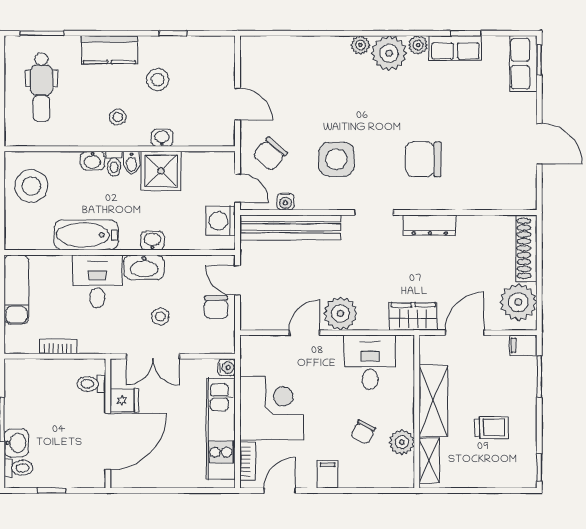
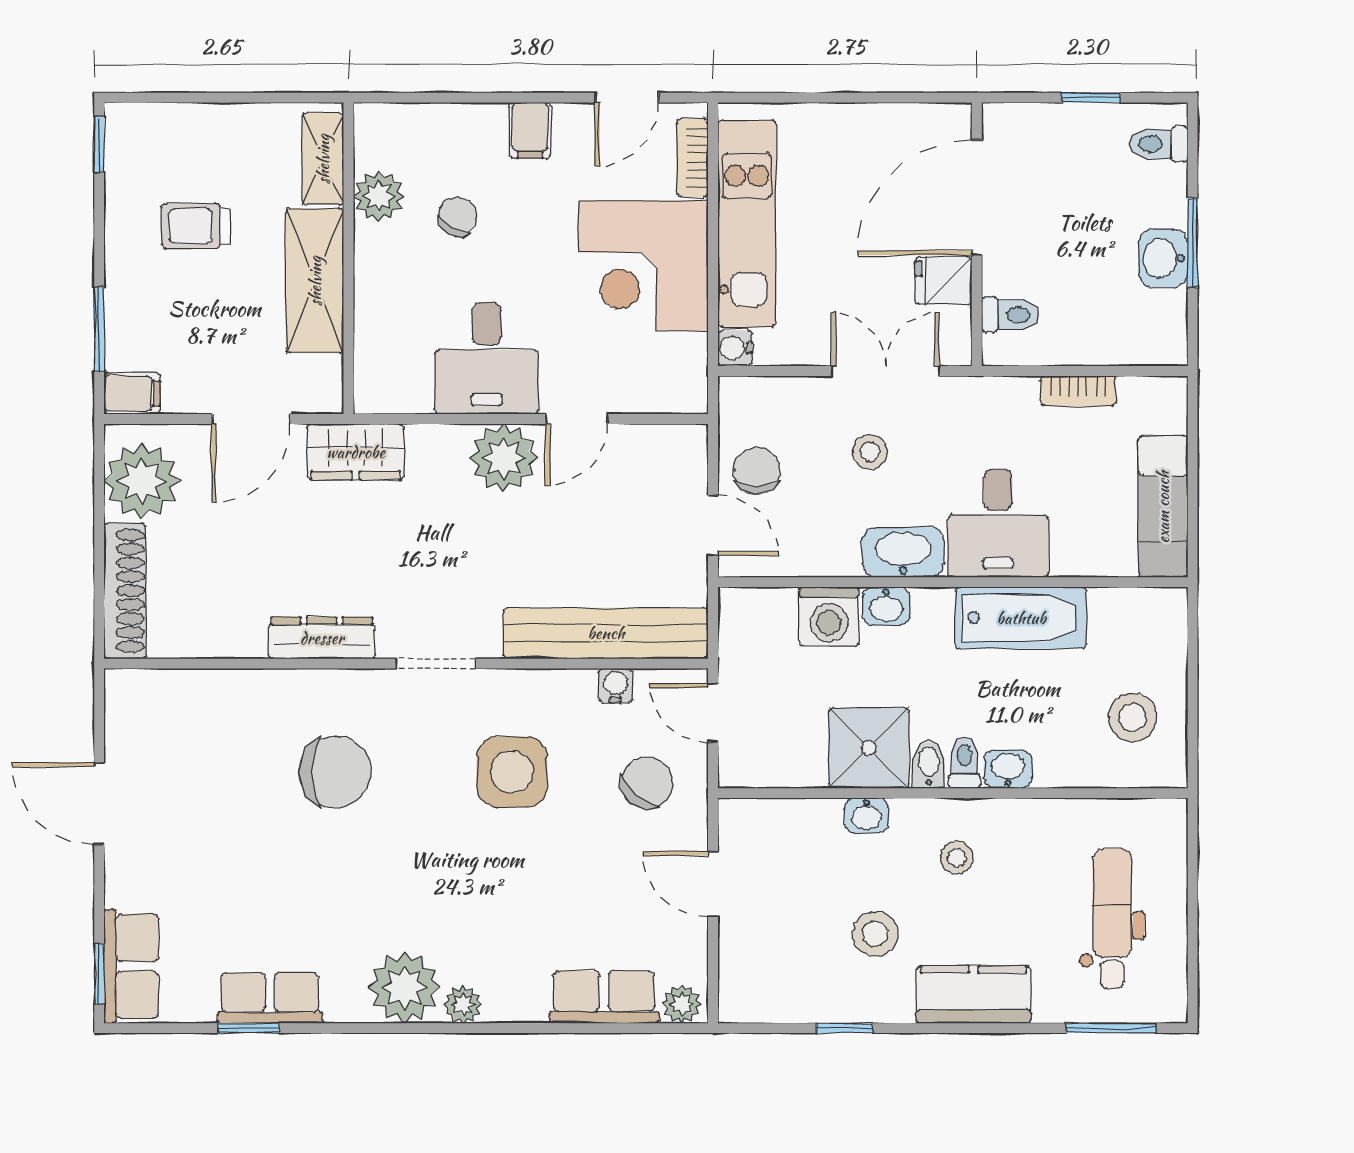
plant: (418, 45) -> (682, 1004), moved
row of seats: (291, 49) -> (604, 997), added
stool: (31, 186) -> (1133, 717), width x0.73, depth x0.73
washing machine: (221, 221) -> (829, 617), moved, turned 90
desk: (370, 362) -> (487, 358), moved
washbasin: (16, 443) -> (1163, 258), moved

